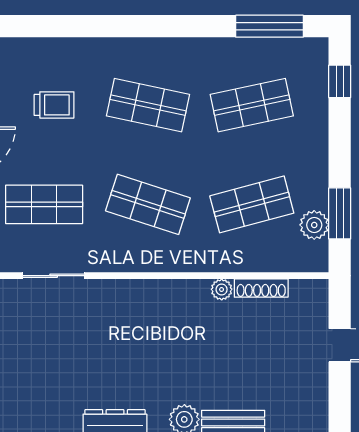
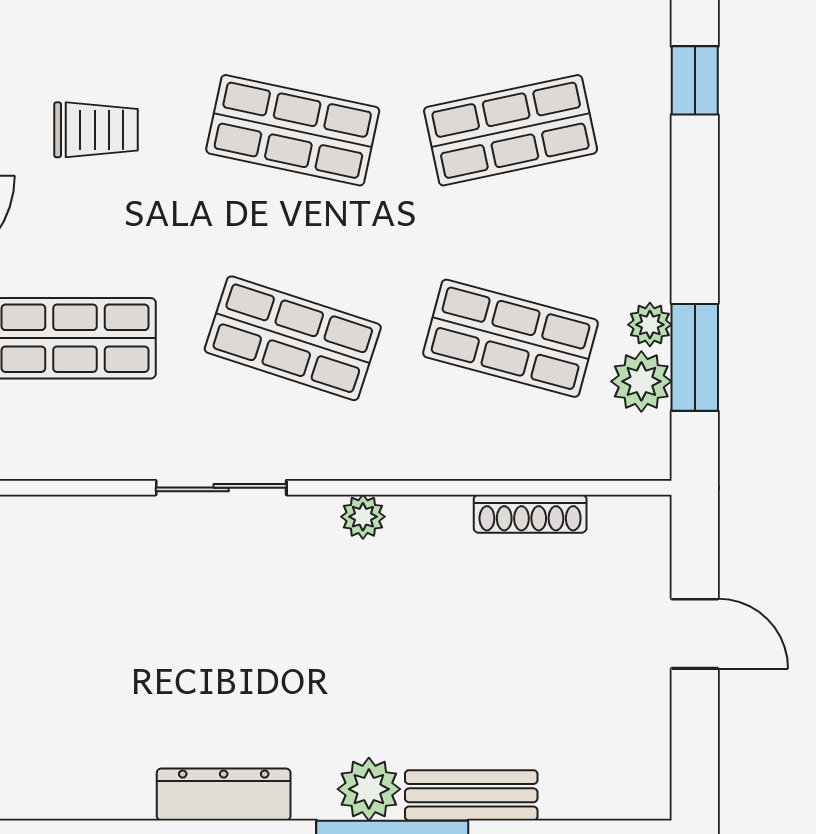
plant: (318, 198) -> (650, 325), added
shop shelf: (252, 204) -> (511, 338), turned 30
sliding door: (54, 276) -> (221, 488), moved
plant: (222, 289) -> (363, 517), moved

